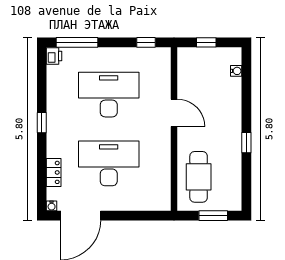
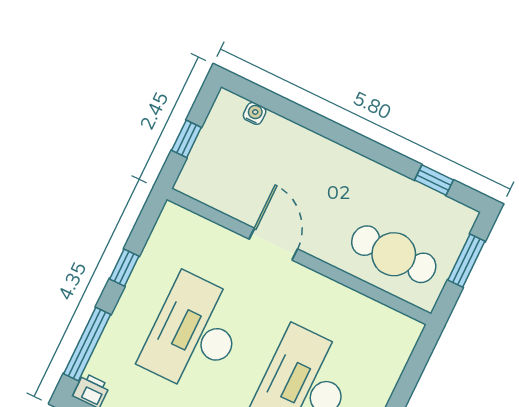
window: (146, 42) -> (124, 268), moved
door: (174, 113) -> (273, 244), hinge flipped
window: (246, 143) -> (434, 180), moved

